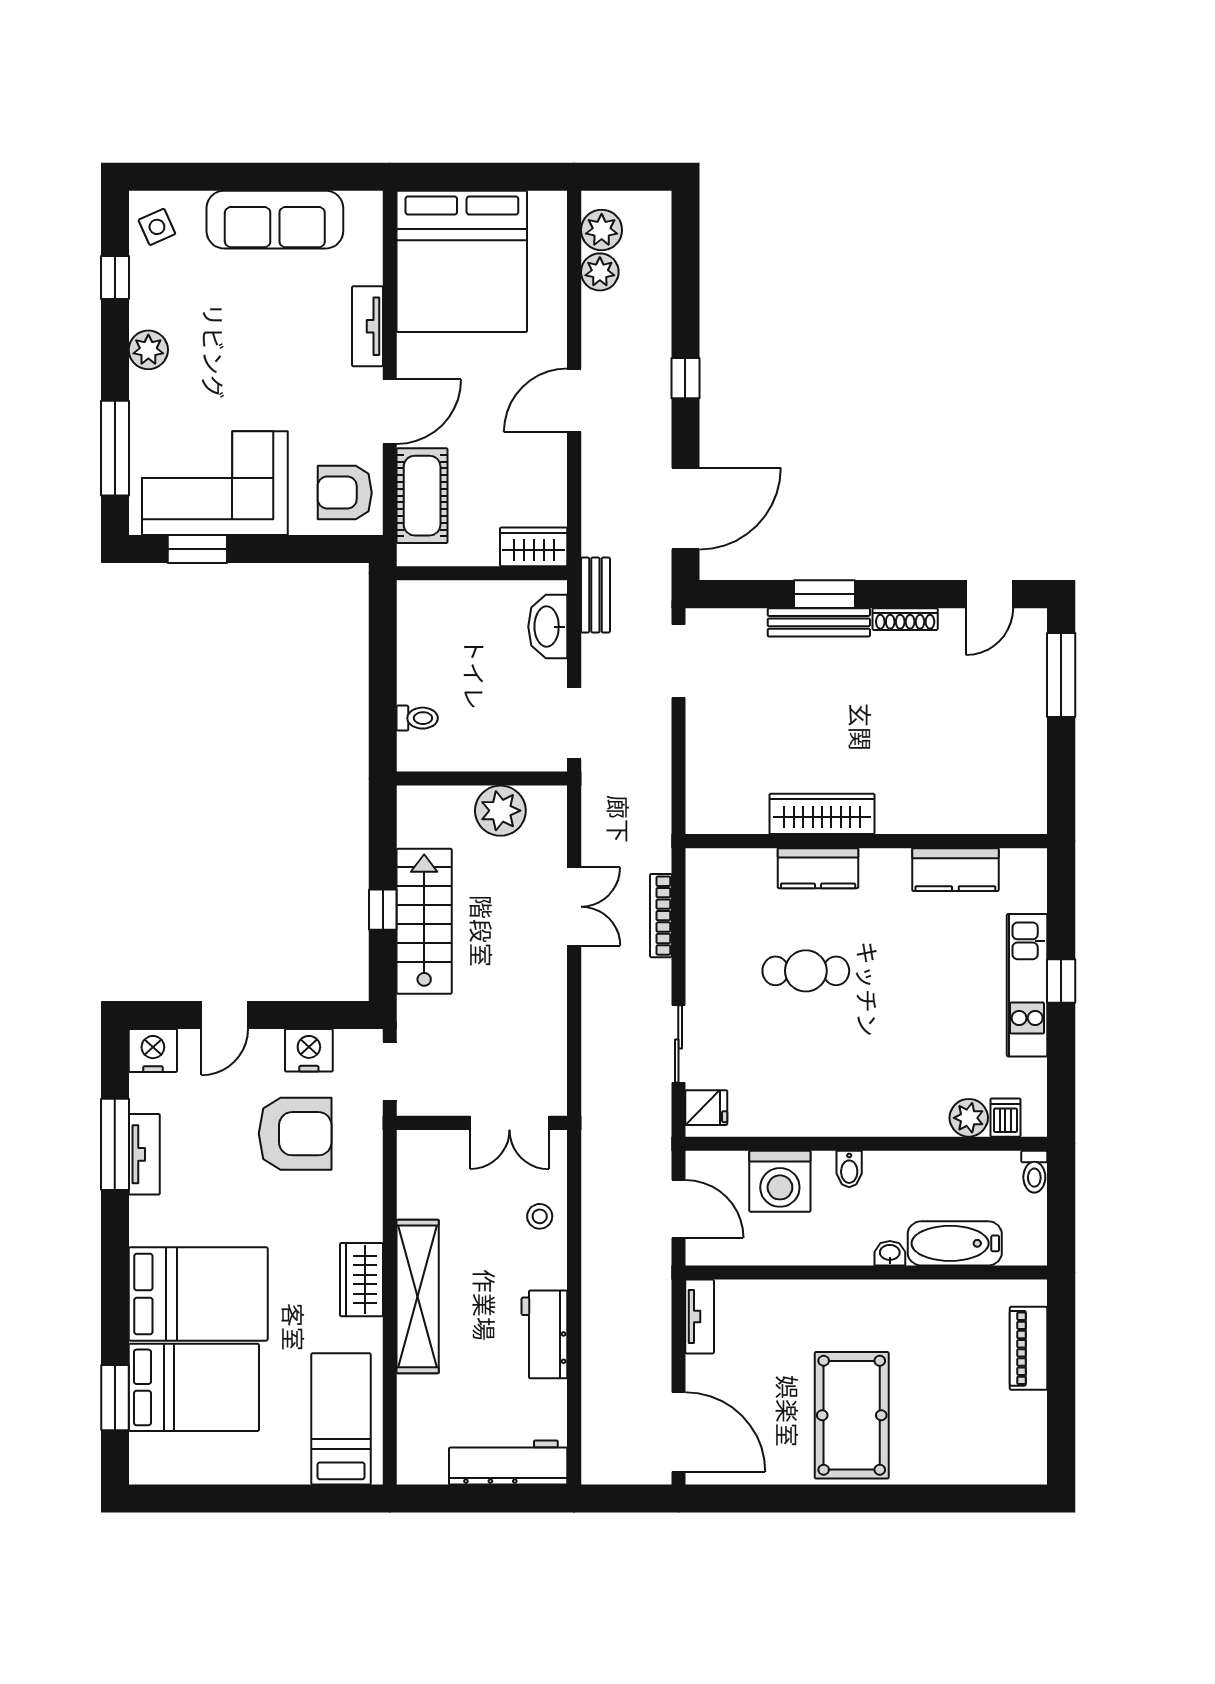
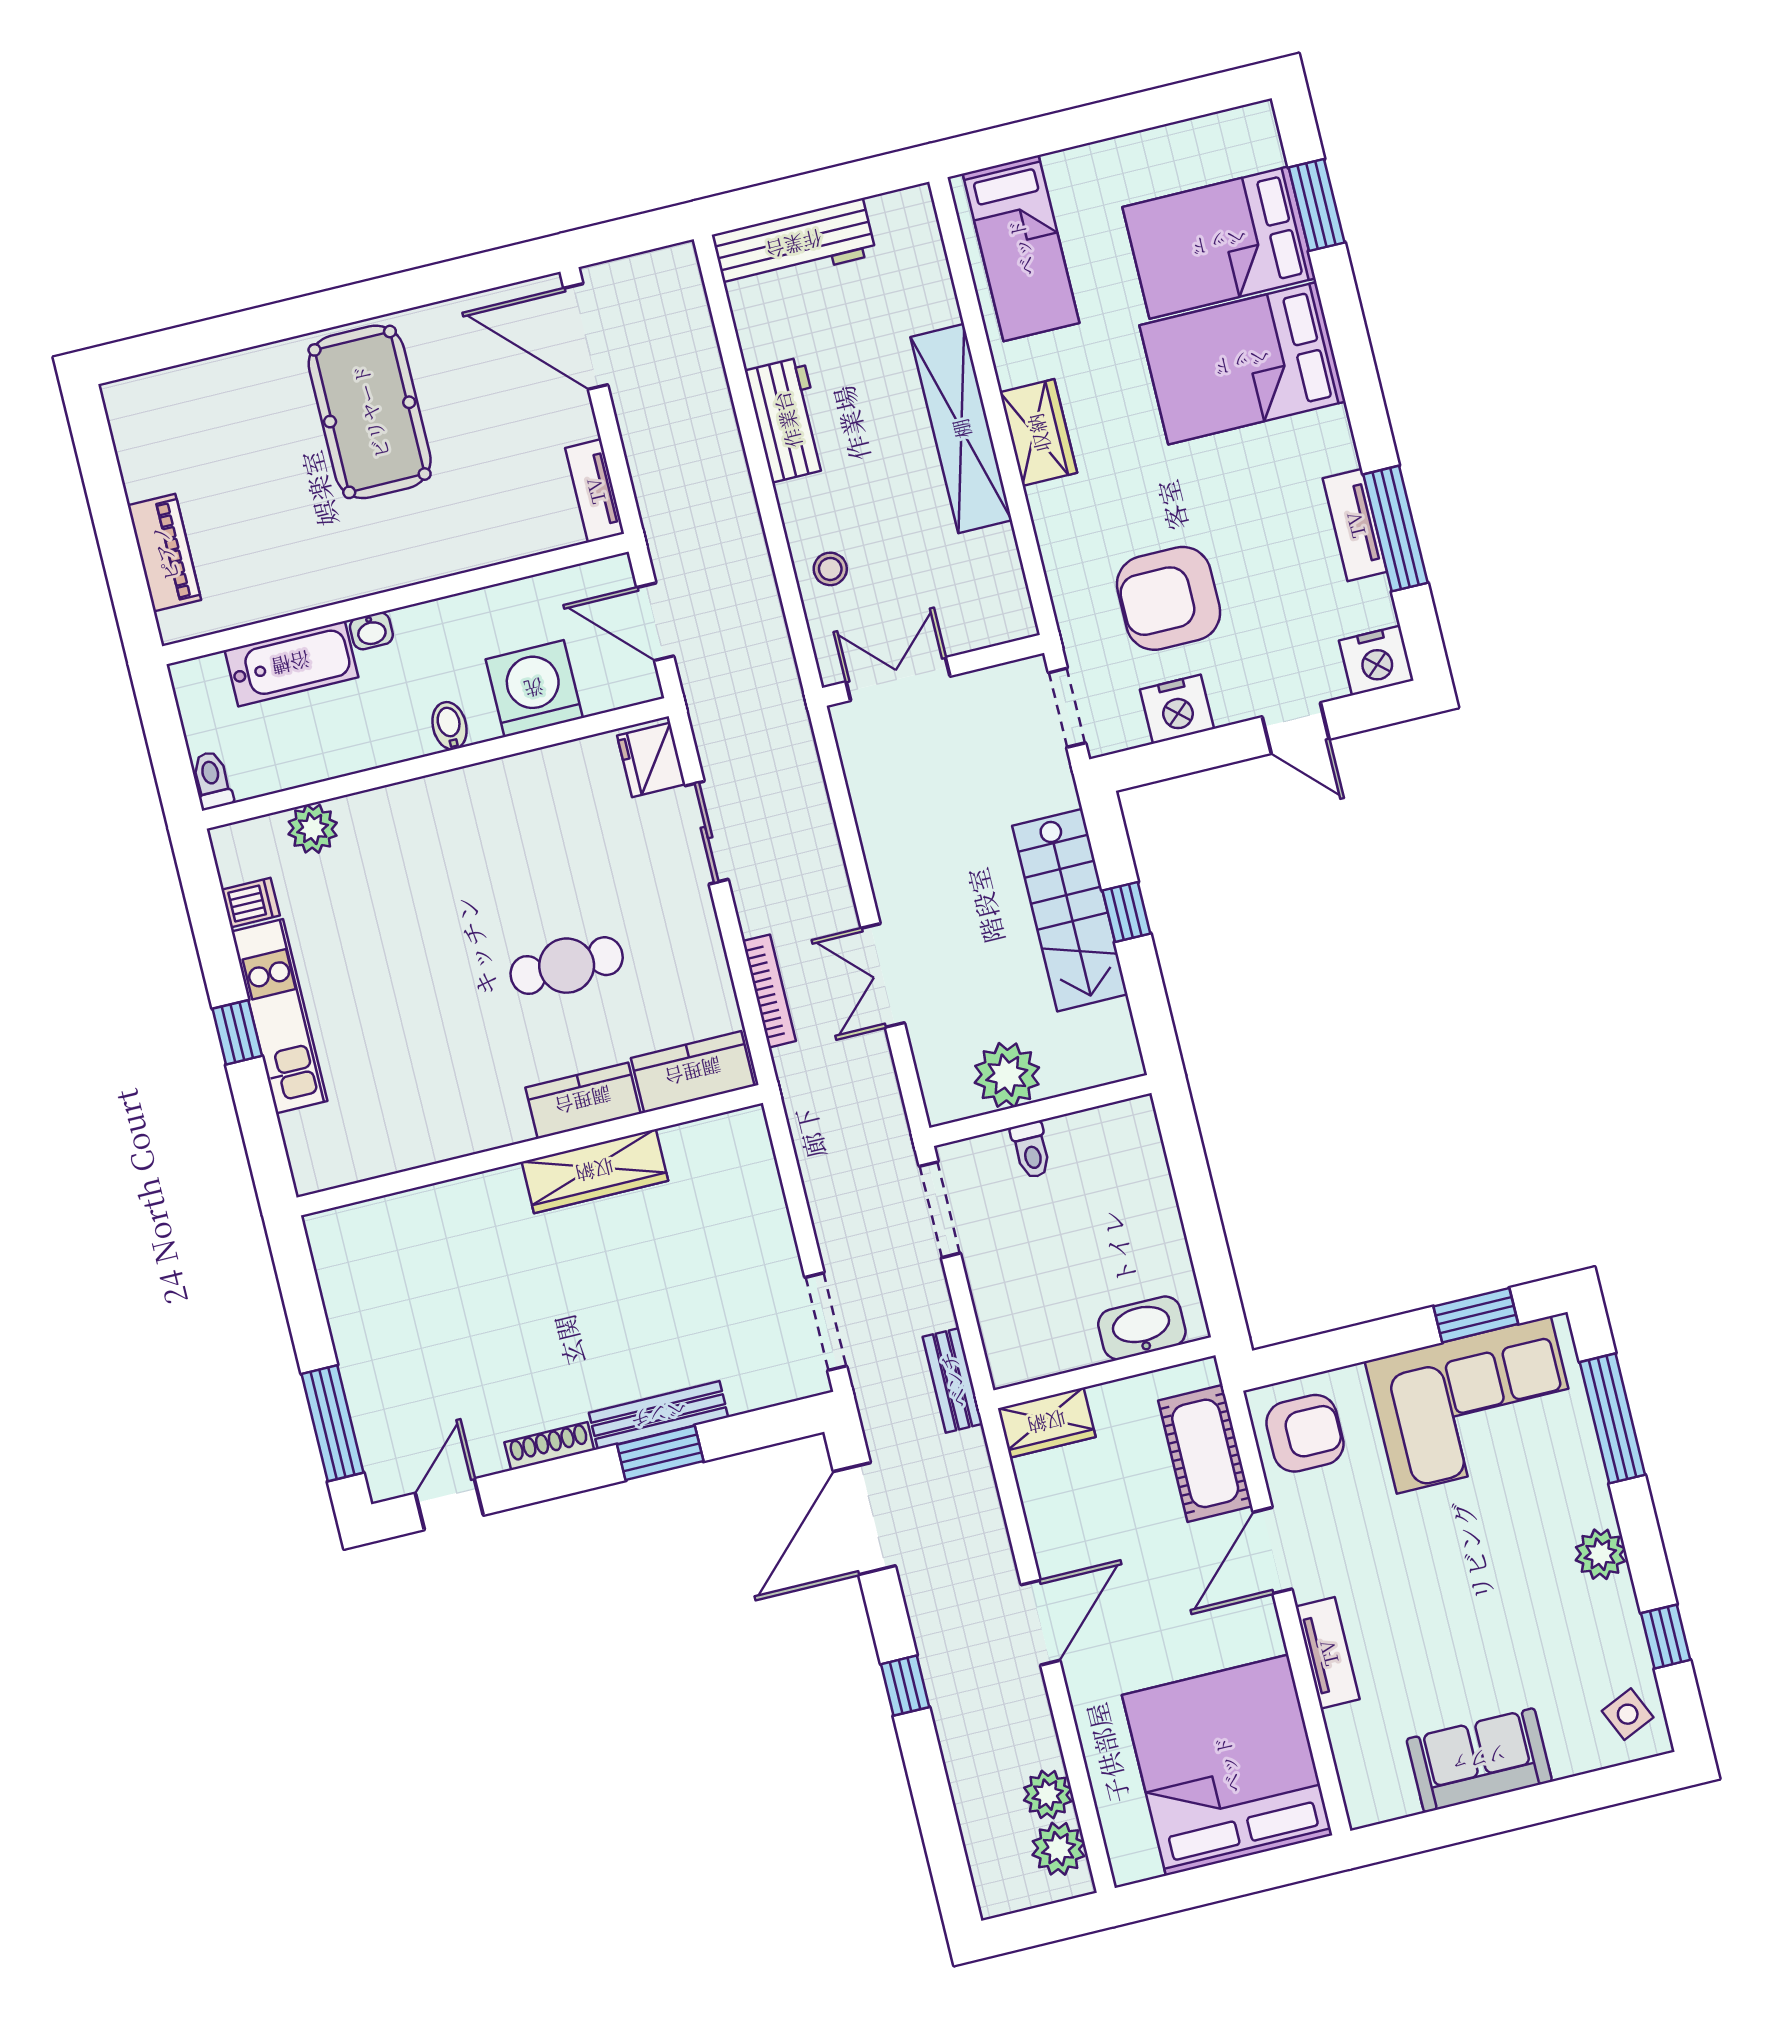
sofa: (275, 220) -> (1479, 1760), width x0.73
washbasin: (548, 627) -> (1142, 1328), moved, turned -90
toilet: (417, 718) -> (1031, 1150), moved, turned -90
kitchen counter: (955, 870) -> (693, 1072), moved
door: (225, 1015) -> (1296, 728), swing flipped
fridge: (706, 1108) -> (651, 760), width x1.38
dishwasher: (1005, 1118) -> (251, 903), moved, turned -90

